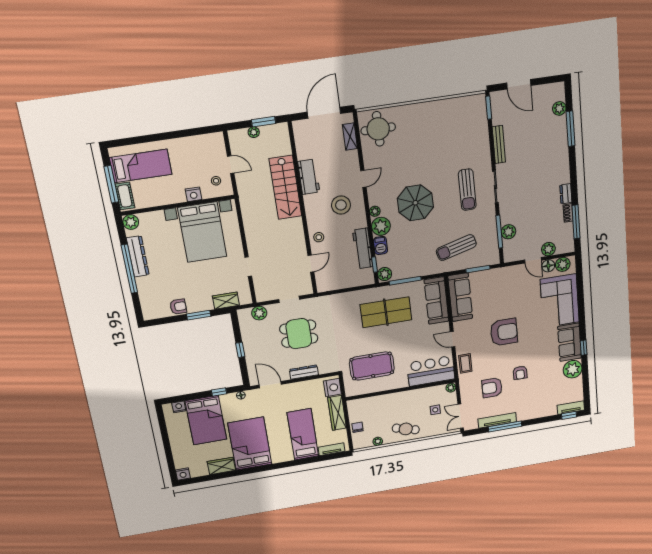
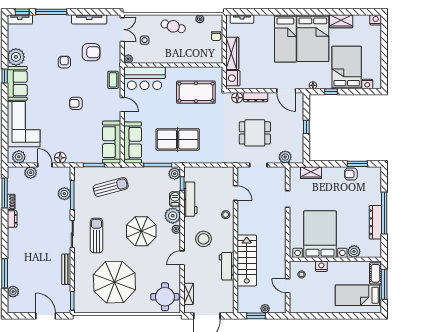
parasol: (441, 138) -> (114, 282), added
plant: (131, 222) -> (354, 251), moved
door: (311, 264) -> (235, 193), swing flipped
floor lamp: (548, 266) -> (60, 158), moved
window: (199, 315) -> (357, 164), moved
armchair: (504, 332) -> (76, 103), width x0.53, depth x0.53
floor lamp: (325, 368) -> (237, 98), added
window: (505, 427) -> (51, 12), moved
bed: (303, 434) -> (285, 38), moved

